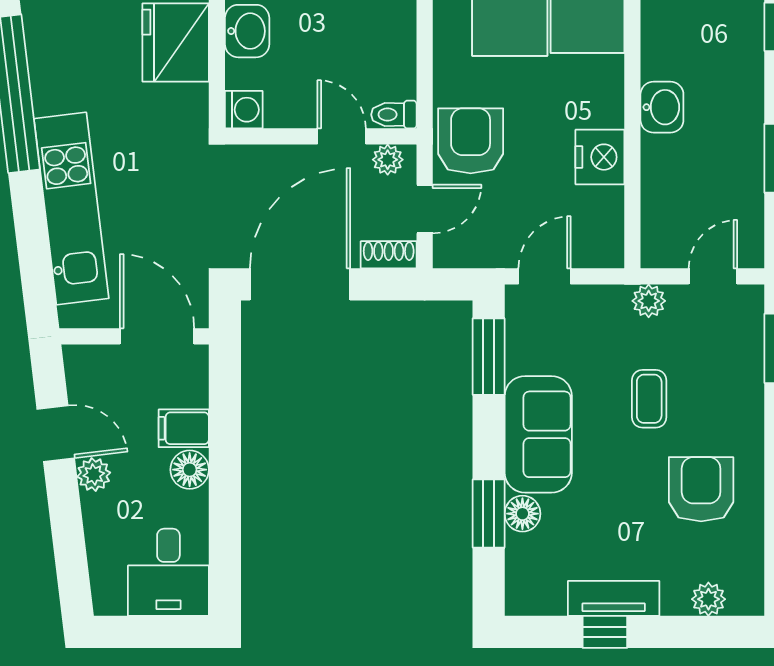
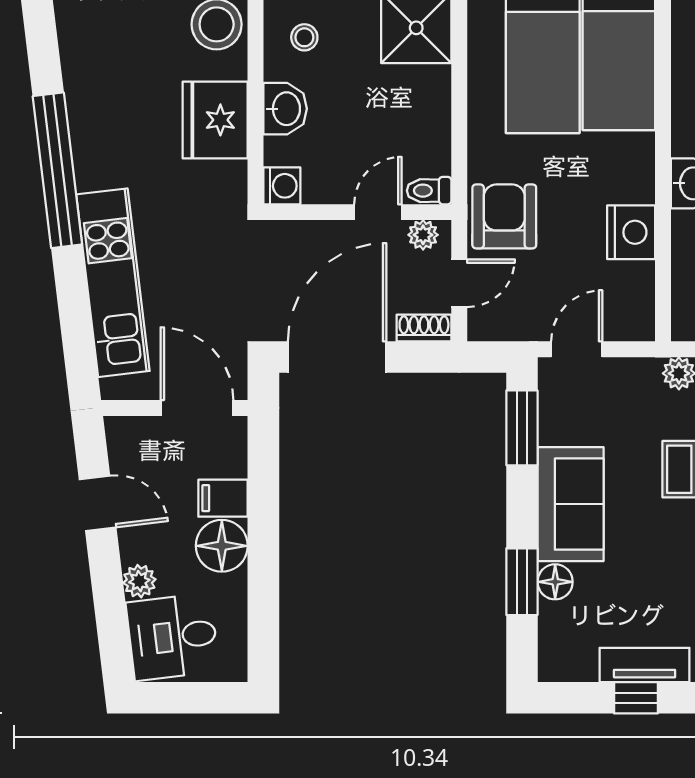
door: (342, 136) -> (378, 212), hinge flipped
floor lamp: (190, 470) -> (222, 546), width x1.38, depth x1.38
plant: (94, 475) -> (139, 581), moved
desk: (168, 572) -> (173, 637), moved, turned 83

